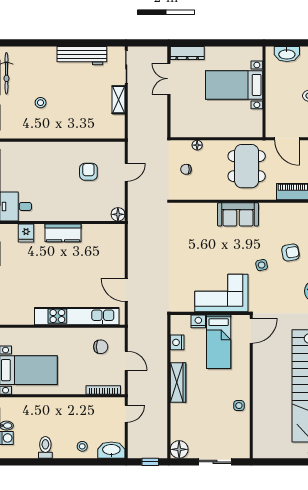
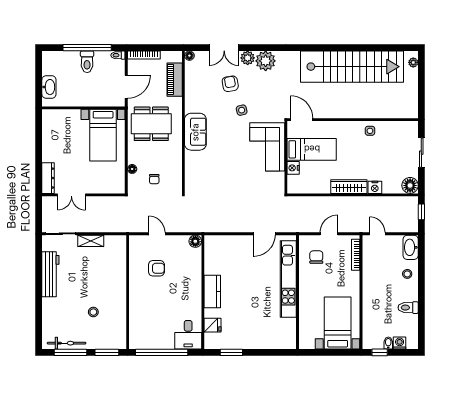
bed with nightstands: (234, 85) -> (103, 135), moved
armchair: (88, 172) -> (156, 268), turned 180
nightstand: (177, 342) -> (375, 187), moved

